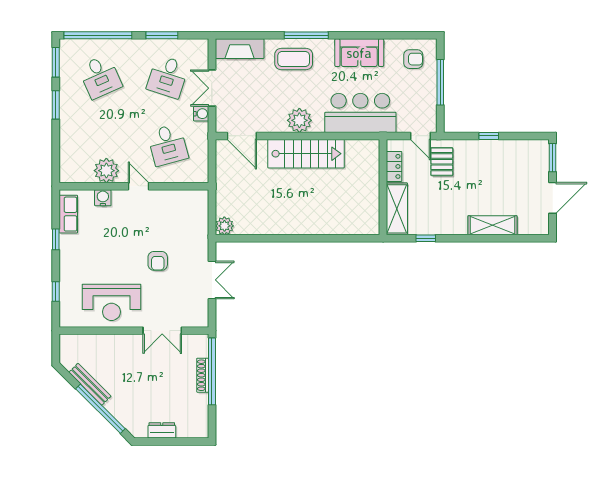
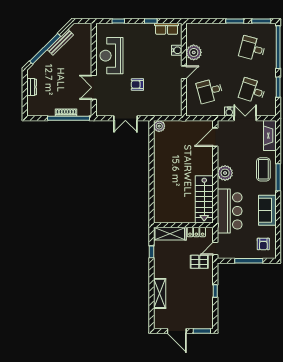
desk: (100, 77) -> (252, 49), turned 39
stairs: (306, 154) -> (204, 199), moved

